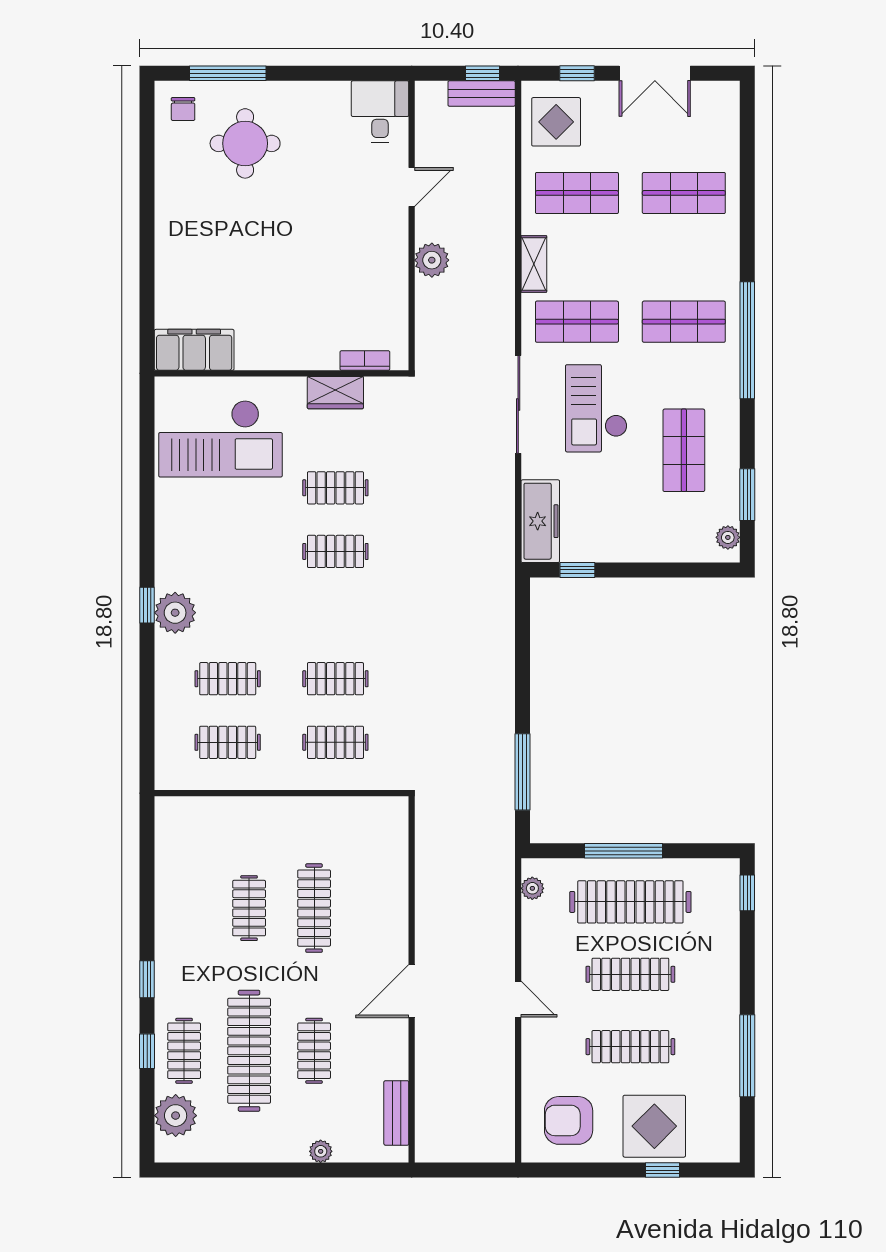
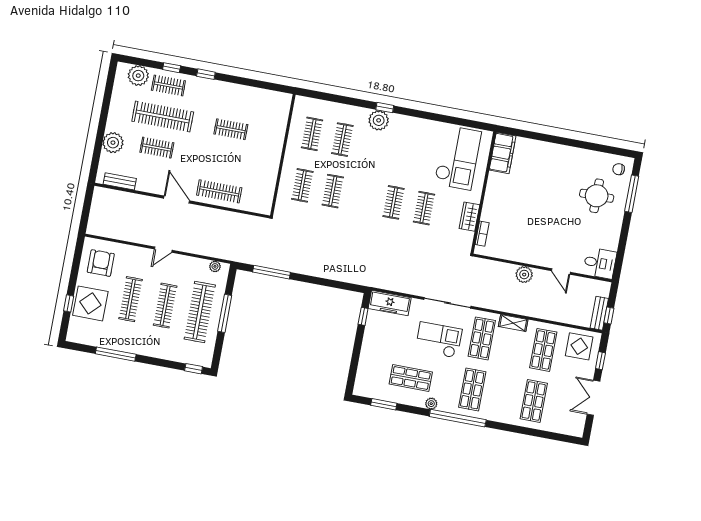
checkout: (220, 439) -> (458, 158), turned 180
plant: (728, 537) -> (431, 404), moved
clothes rail: (314, 908) -> (219, 191), moved
plant: (321, 1151) -> (113, 143), width x1.88, depth x1.88

